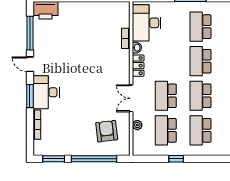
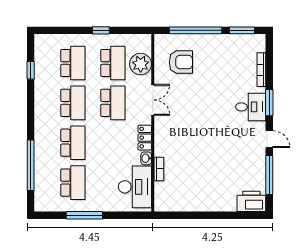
desk: (46, 92) -> (251, 107), width x0.73
plant: (137, 125) -> (141, 64), width x1.88, depth x1.88
armchair: (107, 131) -> (181, 62), turned -83

